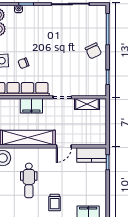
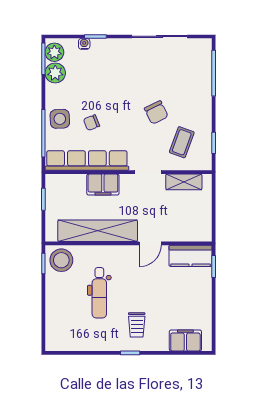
chair: (93, 51) -> (156, 112), moved
coffee table: (86, 77) -> (182, 142), added

